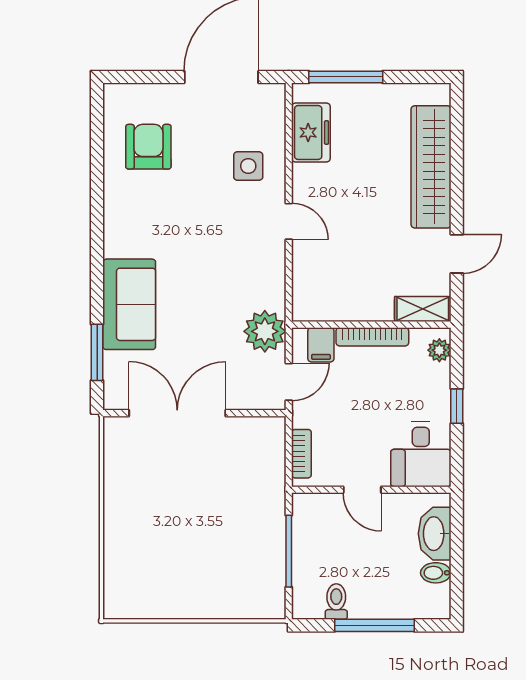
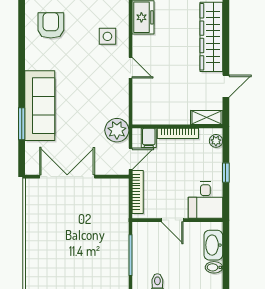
sofa: (129, 304) -> (40, 106), width x1.36
window: (97, 352) -> (22, 124), moved
bookcase: (301, 454) -> (138, 192), width x1.56

